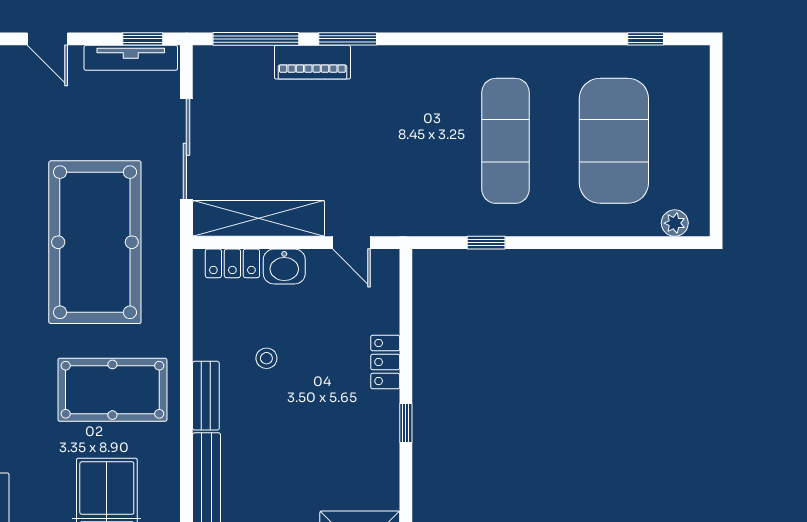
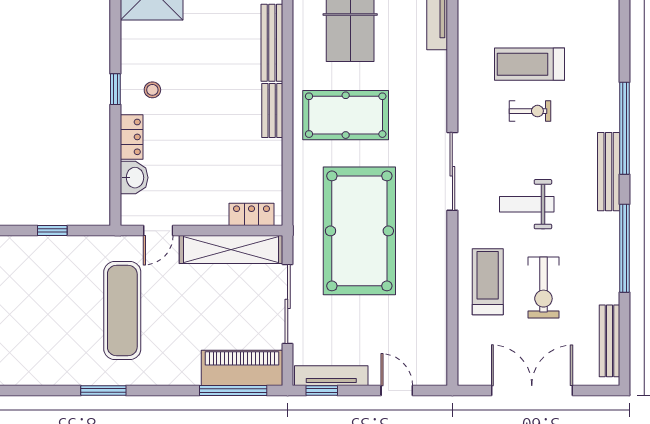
window: (348, 39) -> (103, 390), moved
piano: (312, 62) -> (242, 368), moved, width x1.37, depth x1.33
exercise mat: (505, 141) -> (122, 311), moved
door: (351, 243) -> (158, 231), swing flipped
washbasin: (284, 267) -> (134, 178), moved, turned 90
stool: (266, 358) -> (152, 90), moved

